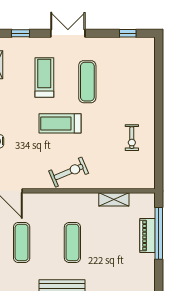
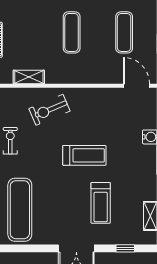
window: (128, 33) -> (15, 248), removed
exercise mat: (87, 82) -> (20, 210), moved, width x1.36, depth x1.45
exercise bike: (69, 172) -> (49, 110), moved

